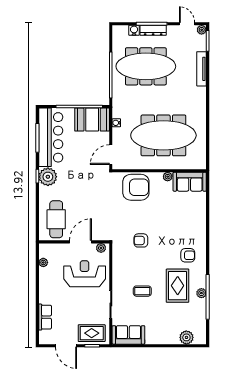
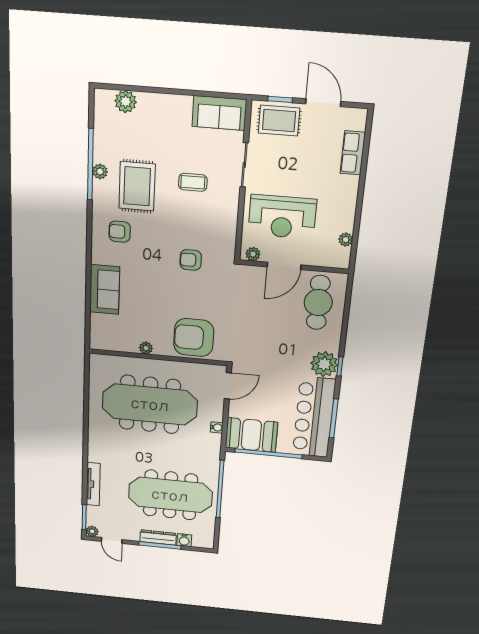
sofa: (190, 182) -> (105, 290), moved, turned 90
armchair: (141, 240) -> (191, 260), turned 180

